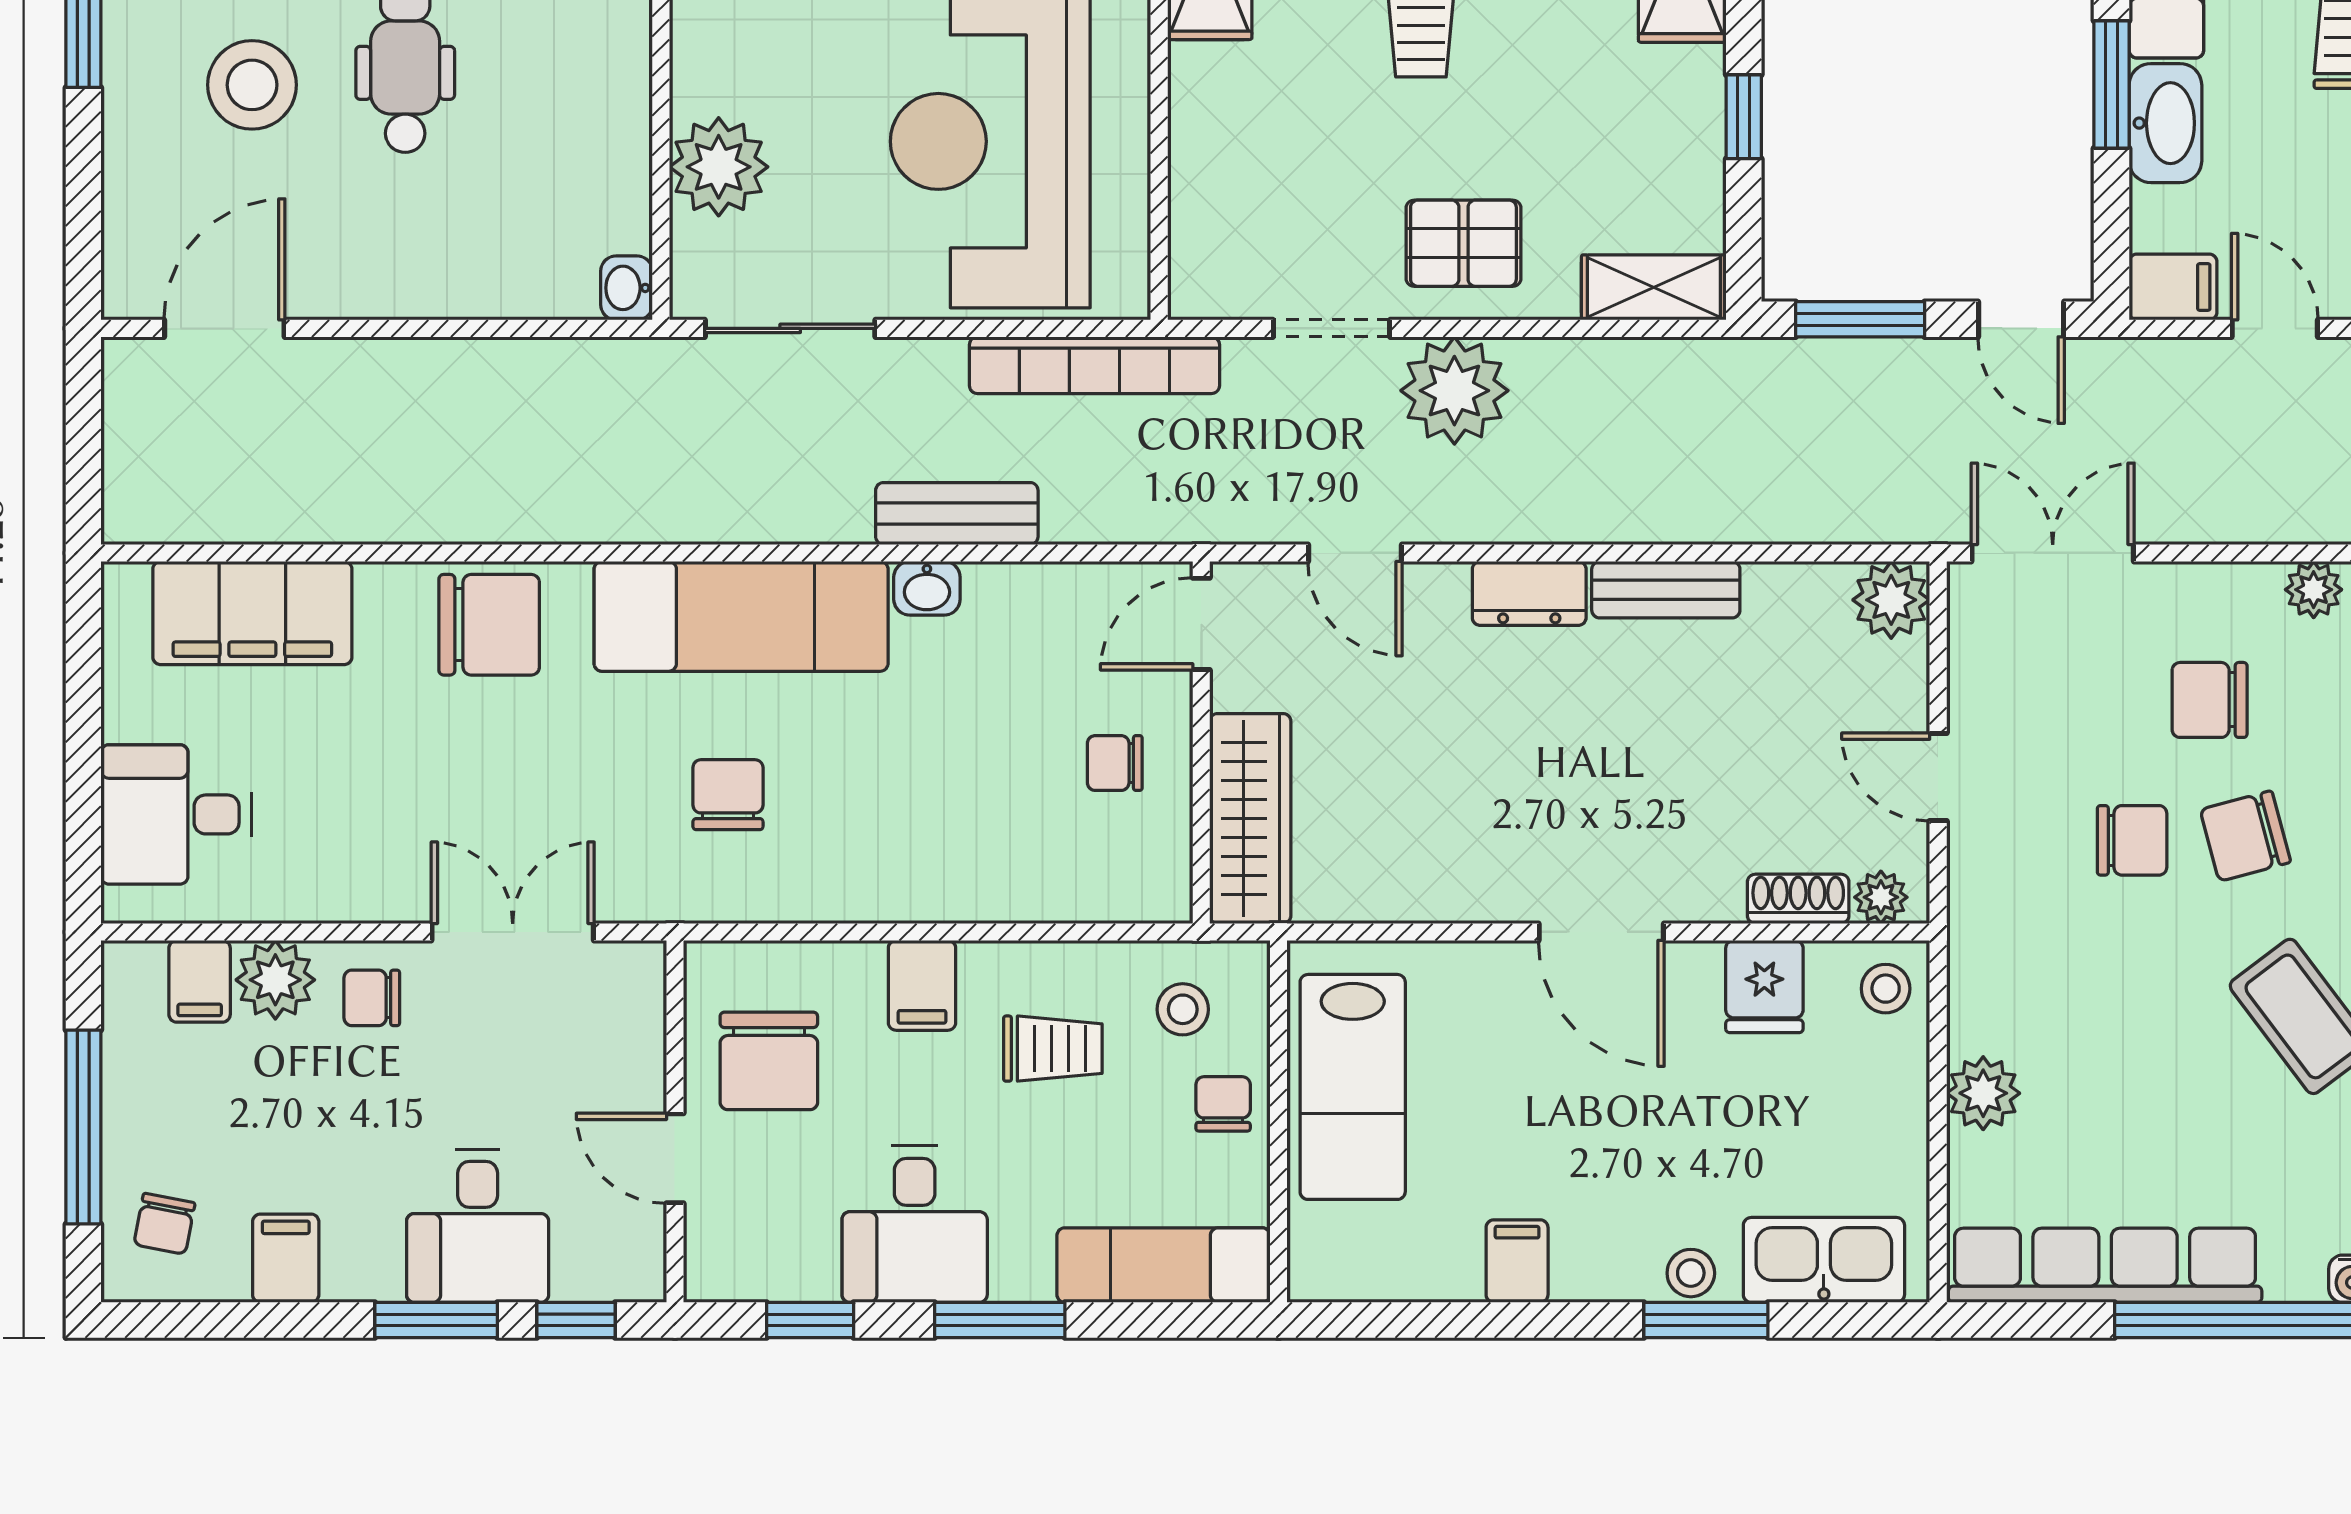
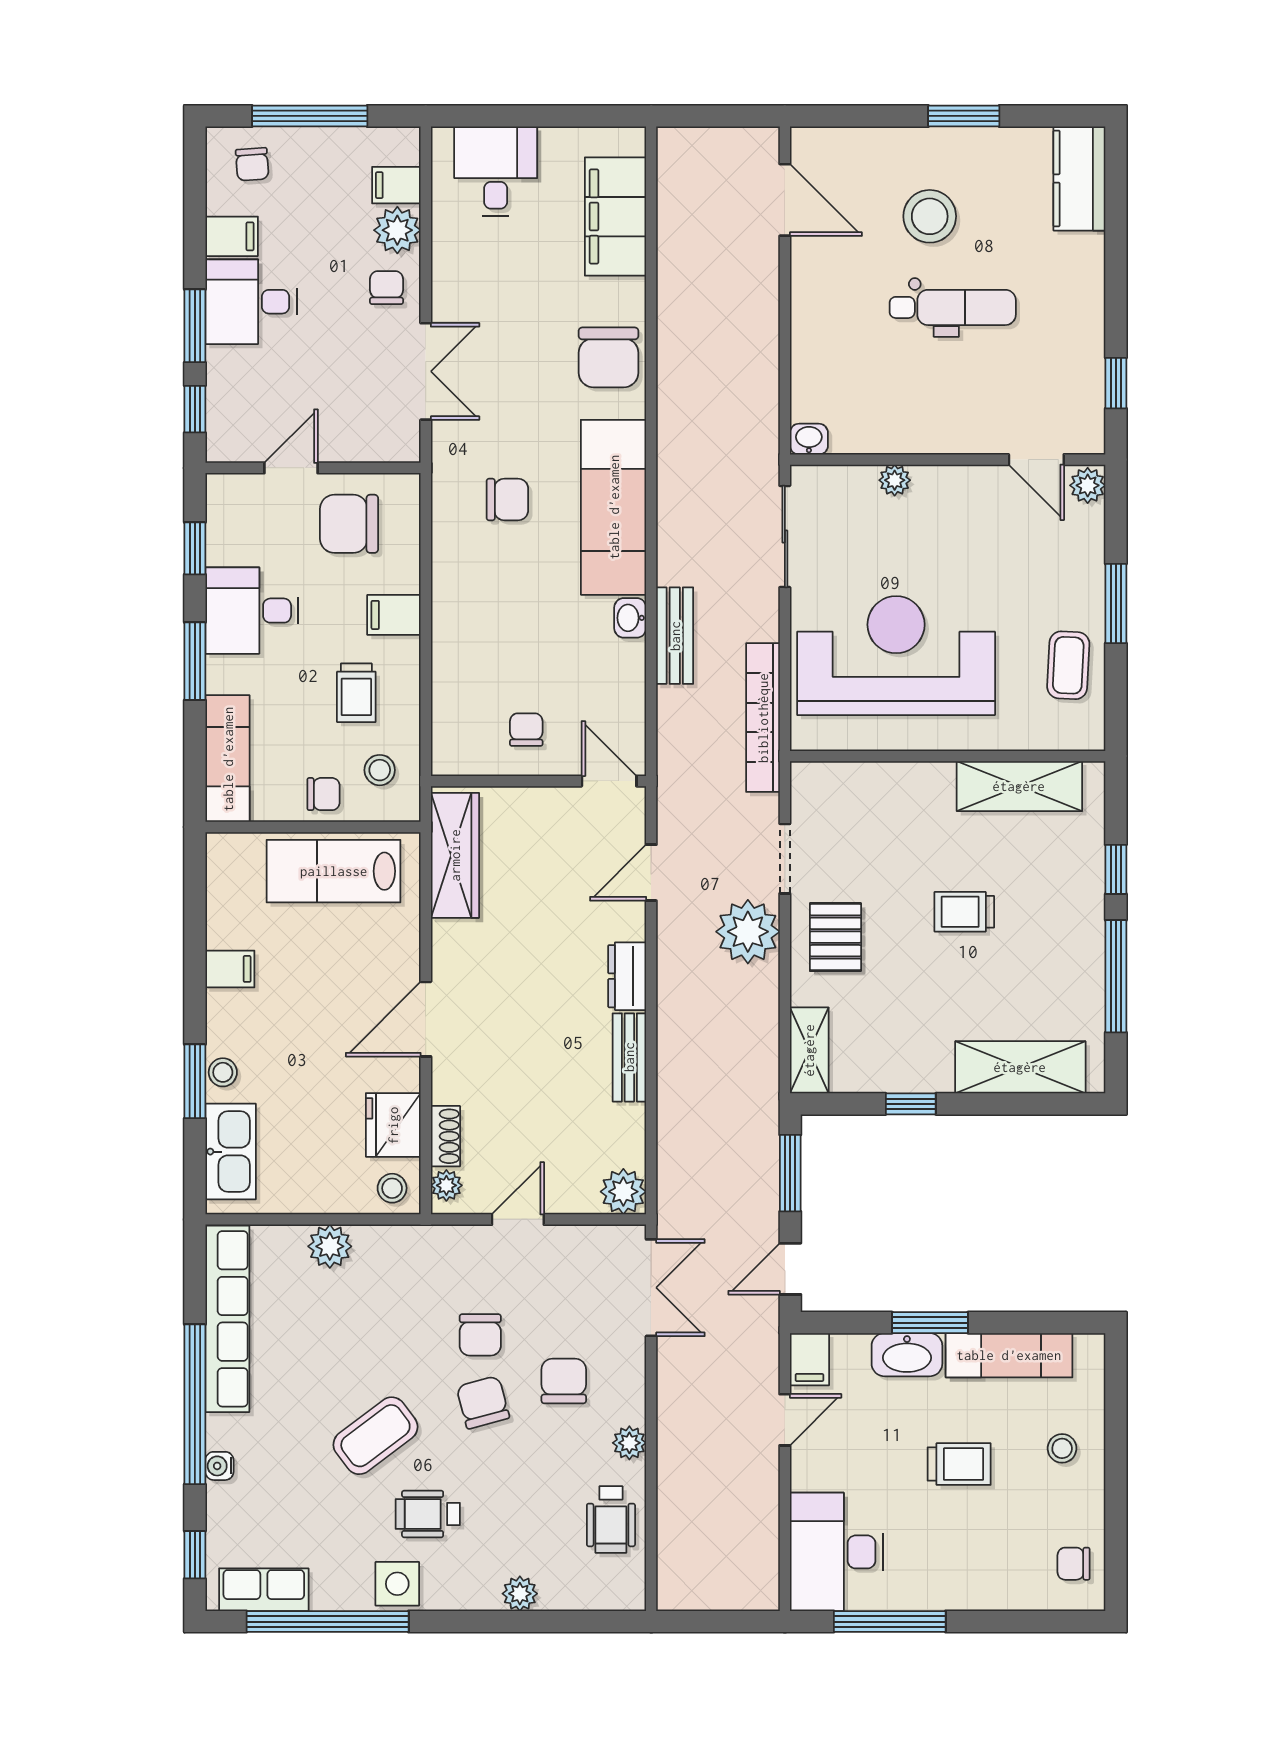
plant: (719, 167) -> (895, 480), width x0.53, depth x0.53
wardrobe: (1250, 819) -> (455, 855), moved, turned -90
fridge: (1764, 986) -> (393, 1125), width x1.38
chair: (164, 1224) -> (252, 164), turned -105
desk: (478, 1226) -> (251, 302), moved

